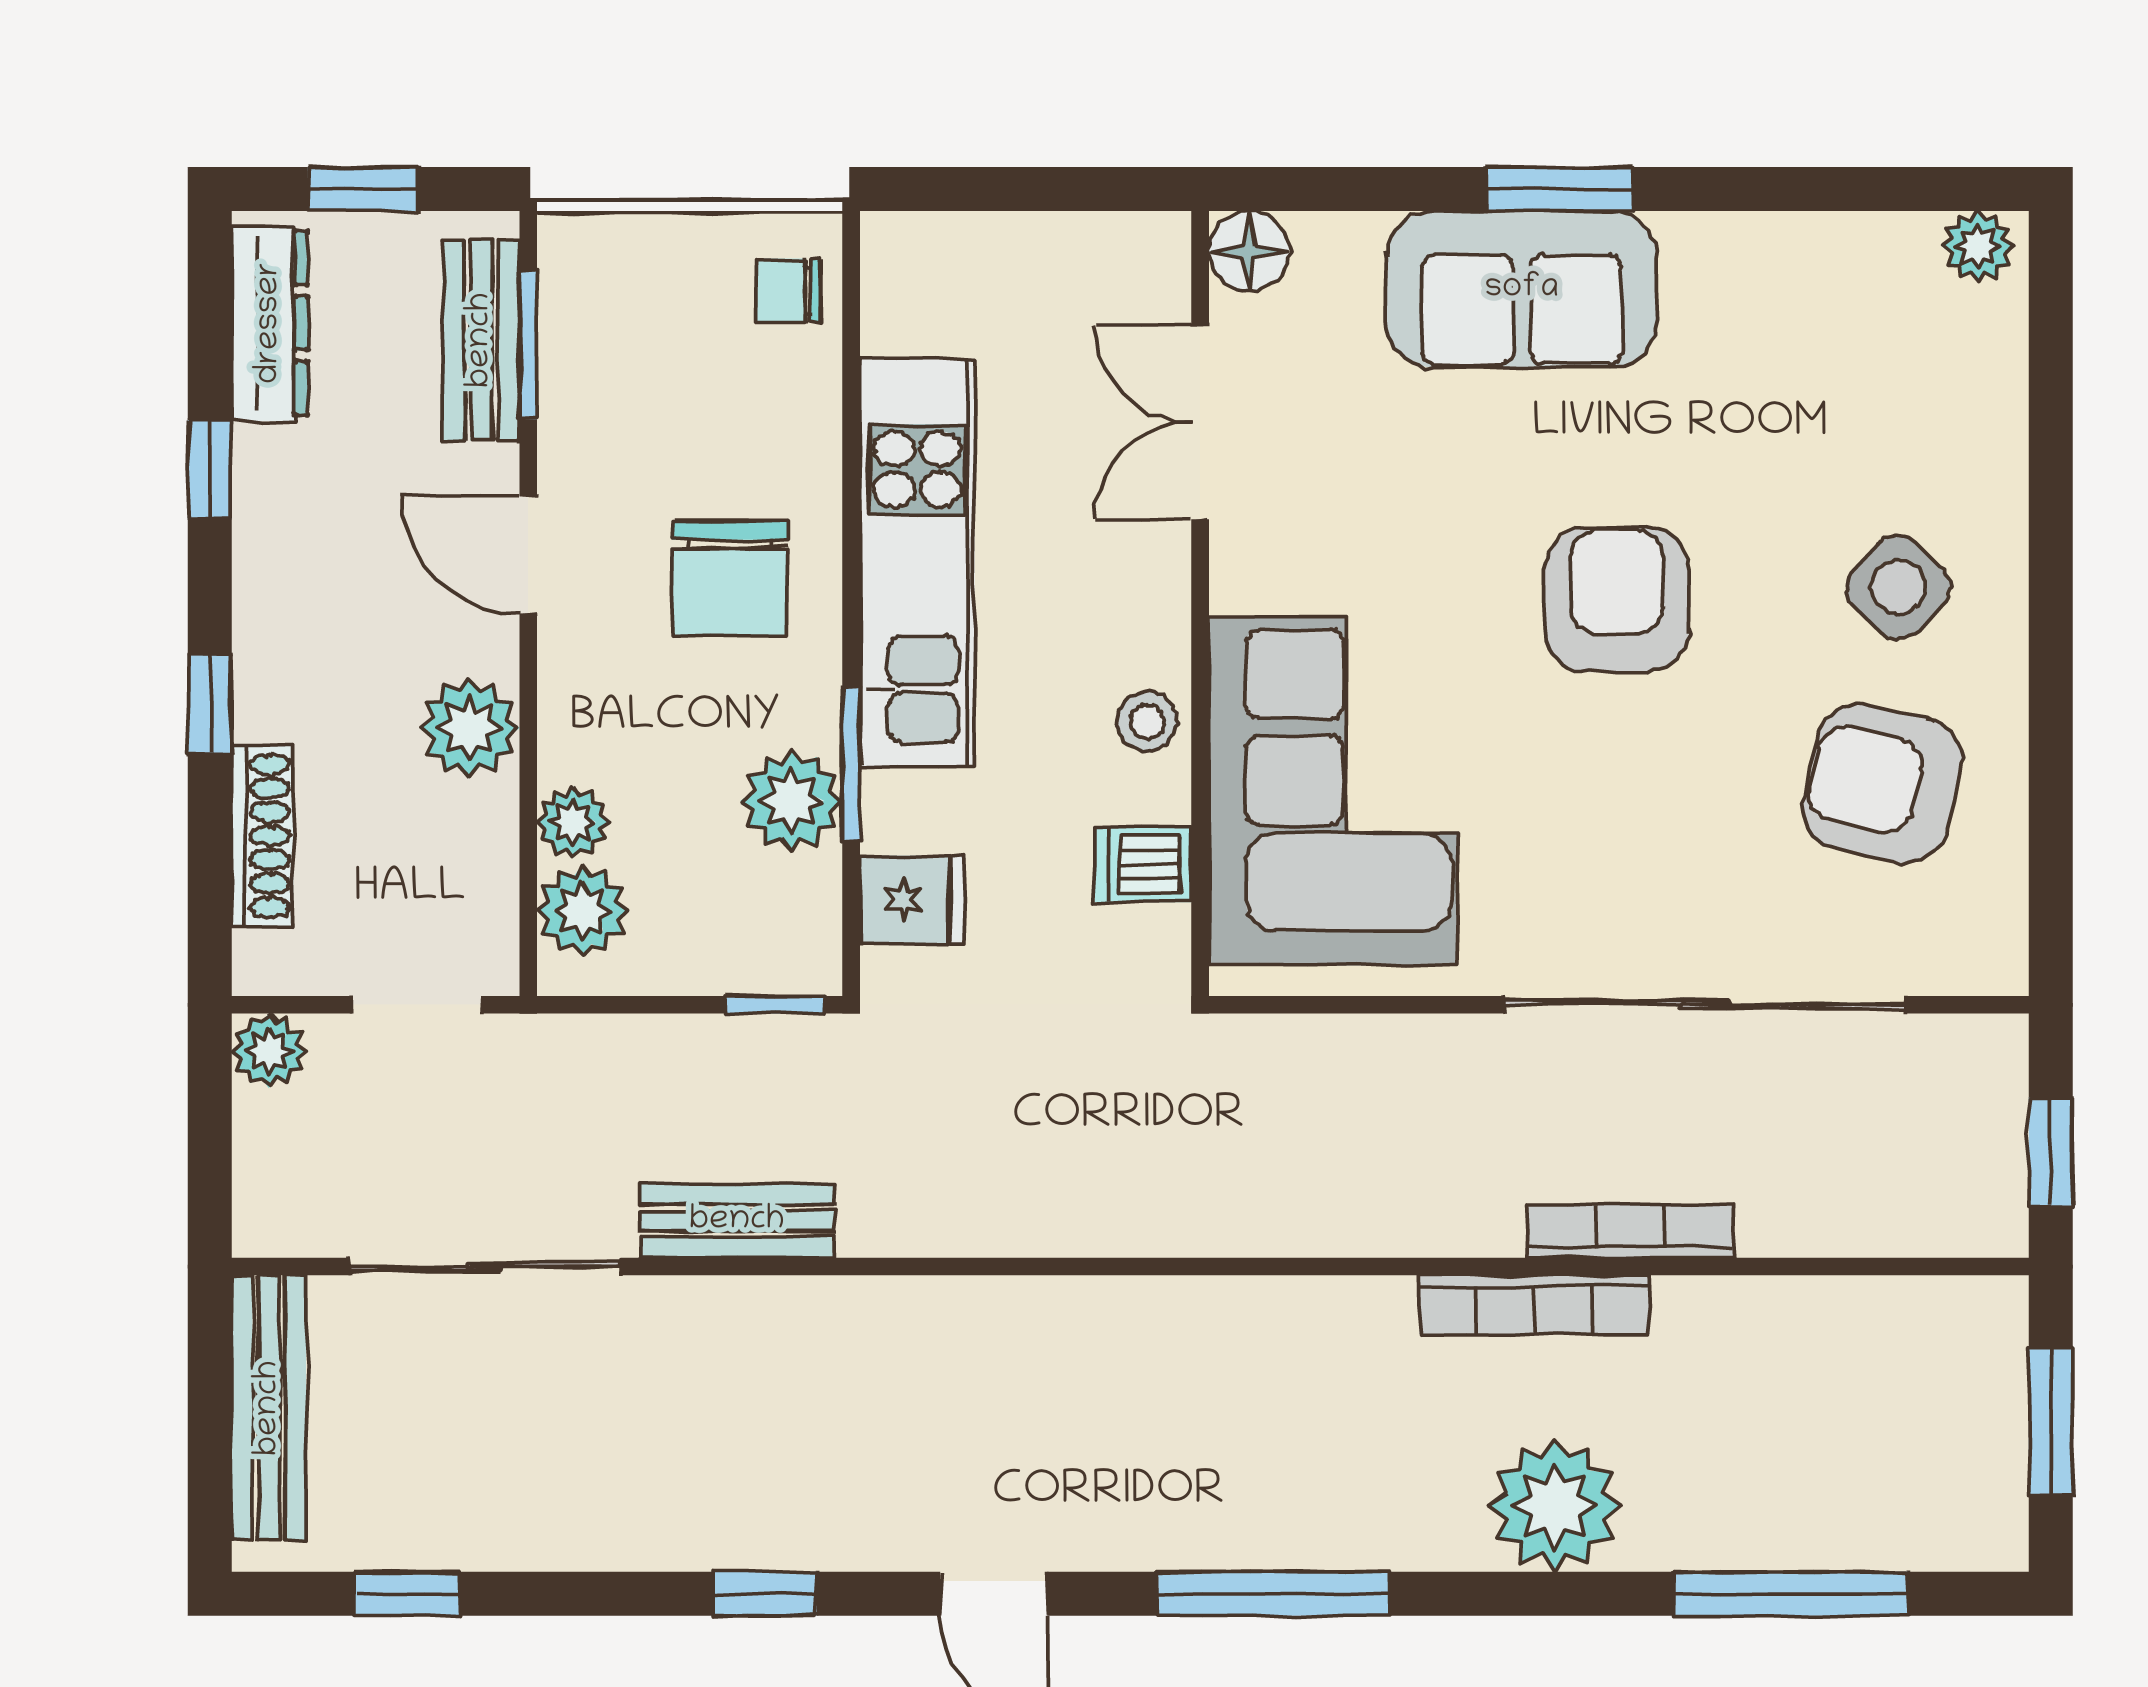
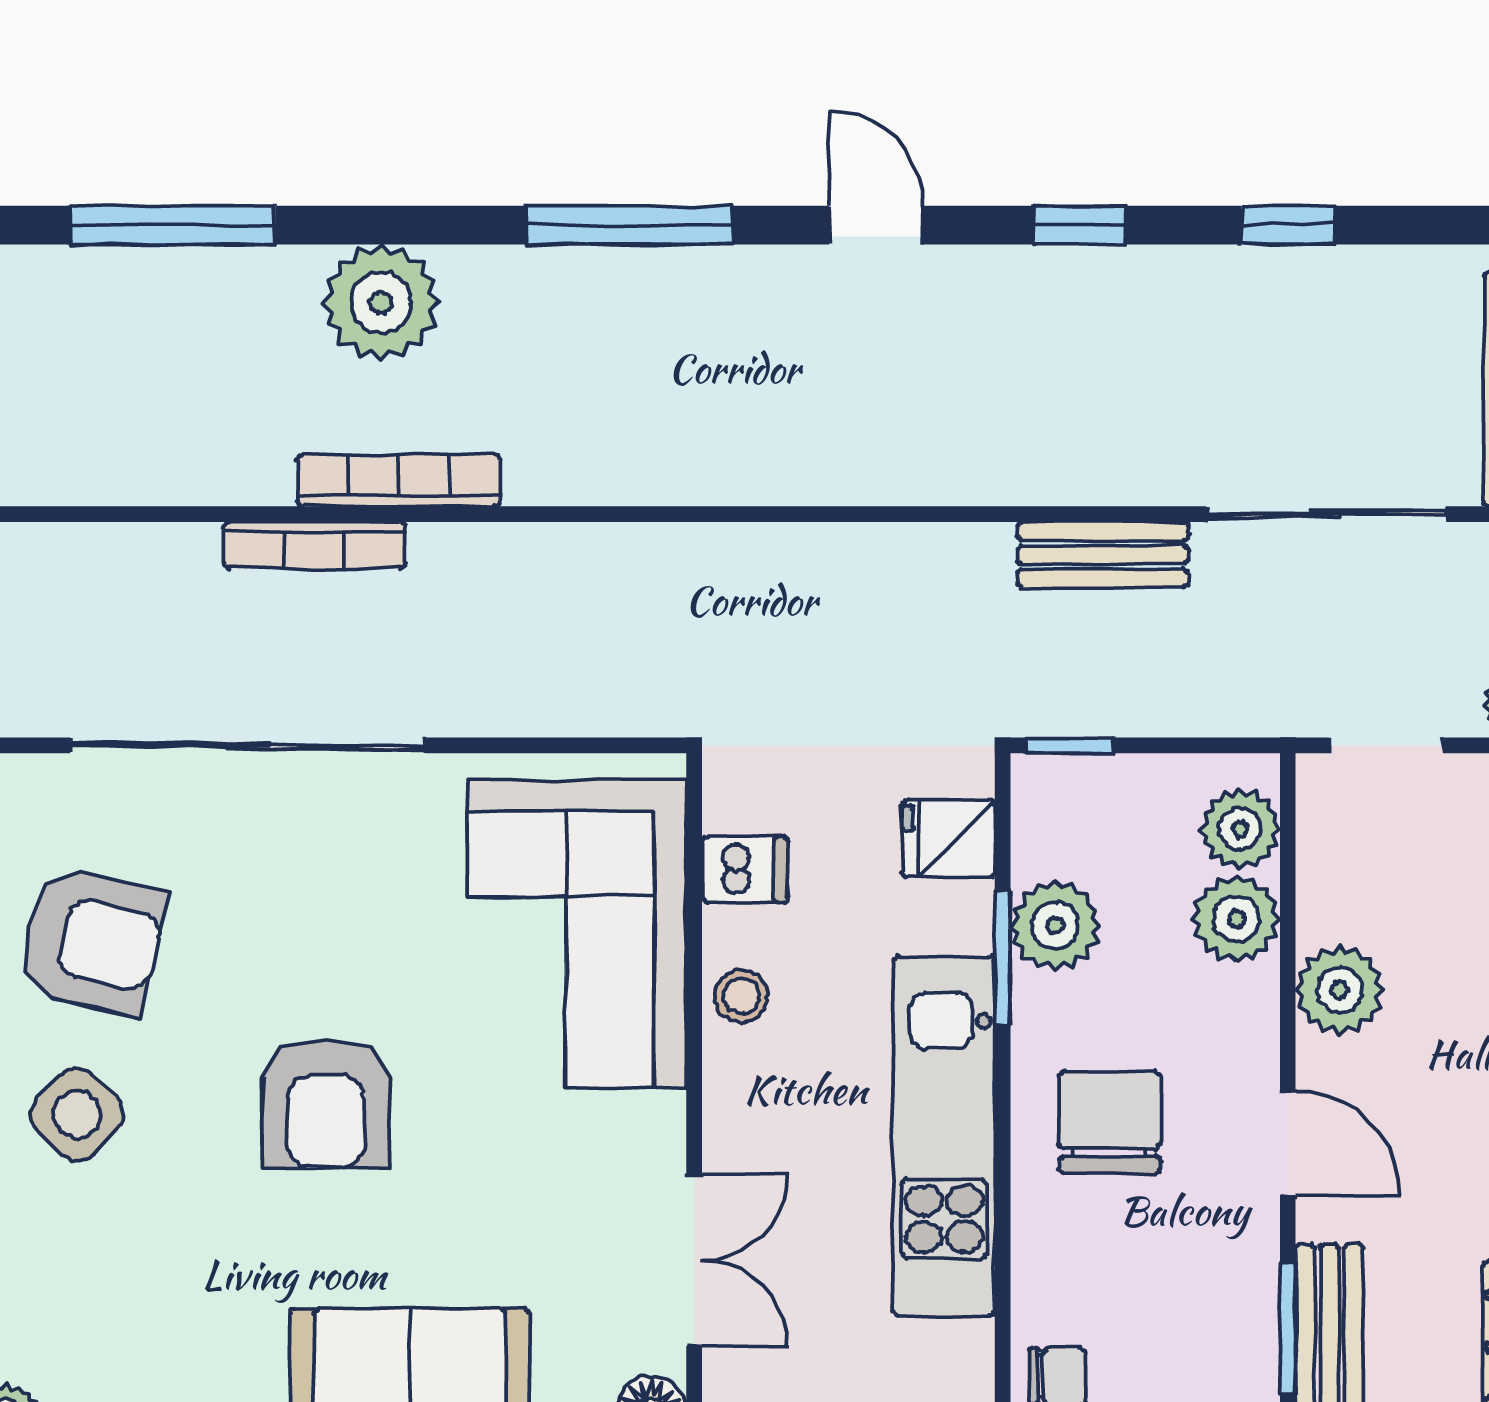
plant: (573, 822) -> (1236, 919), width x1.38, depth x1.38
window: (407, 1594) -> (1288, 225), moved

